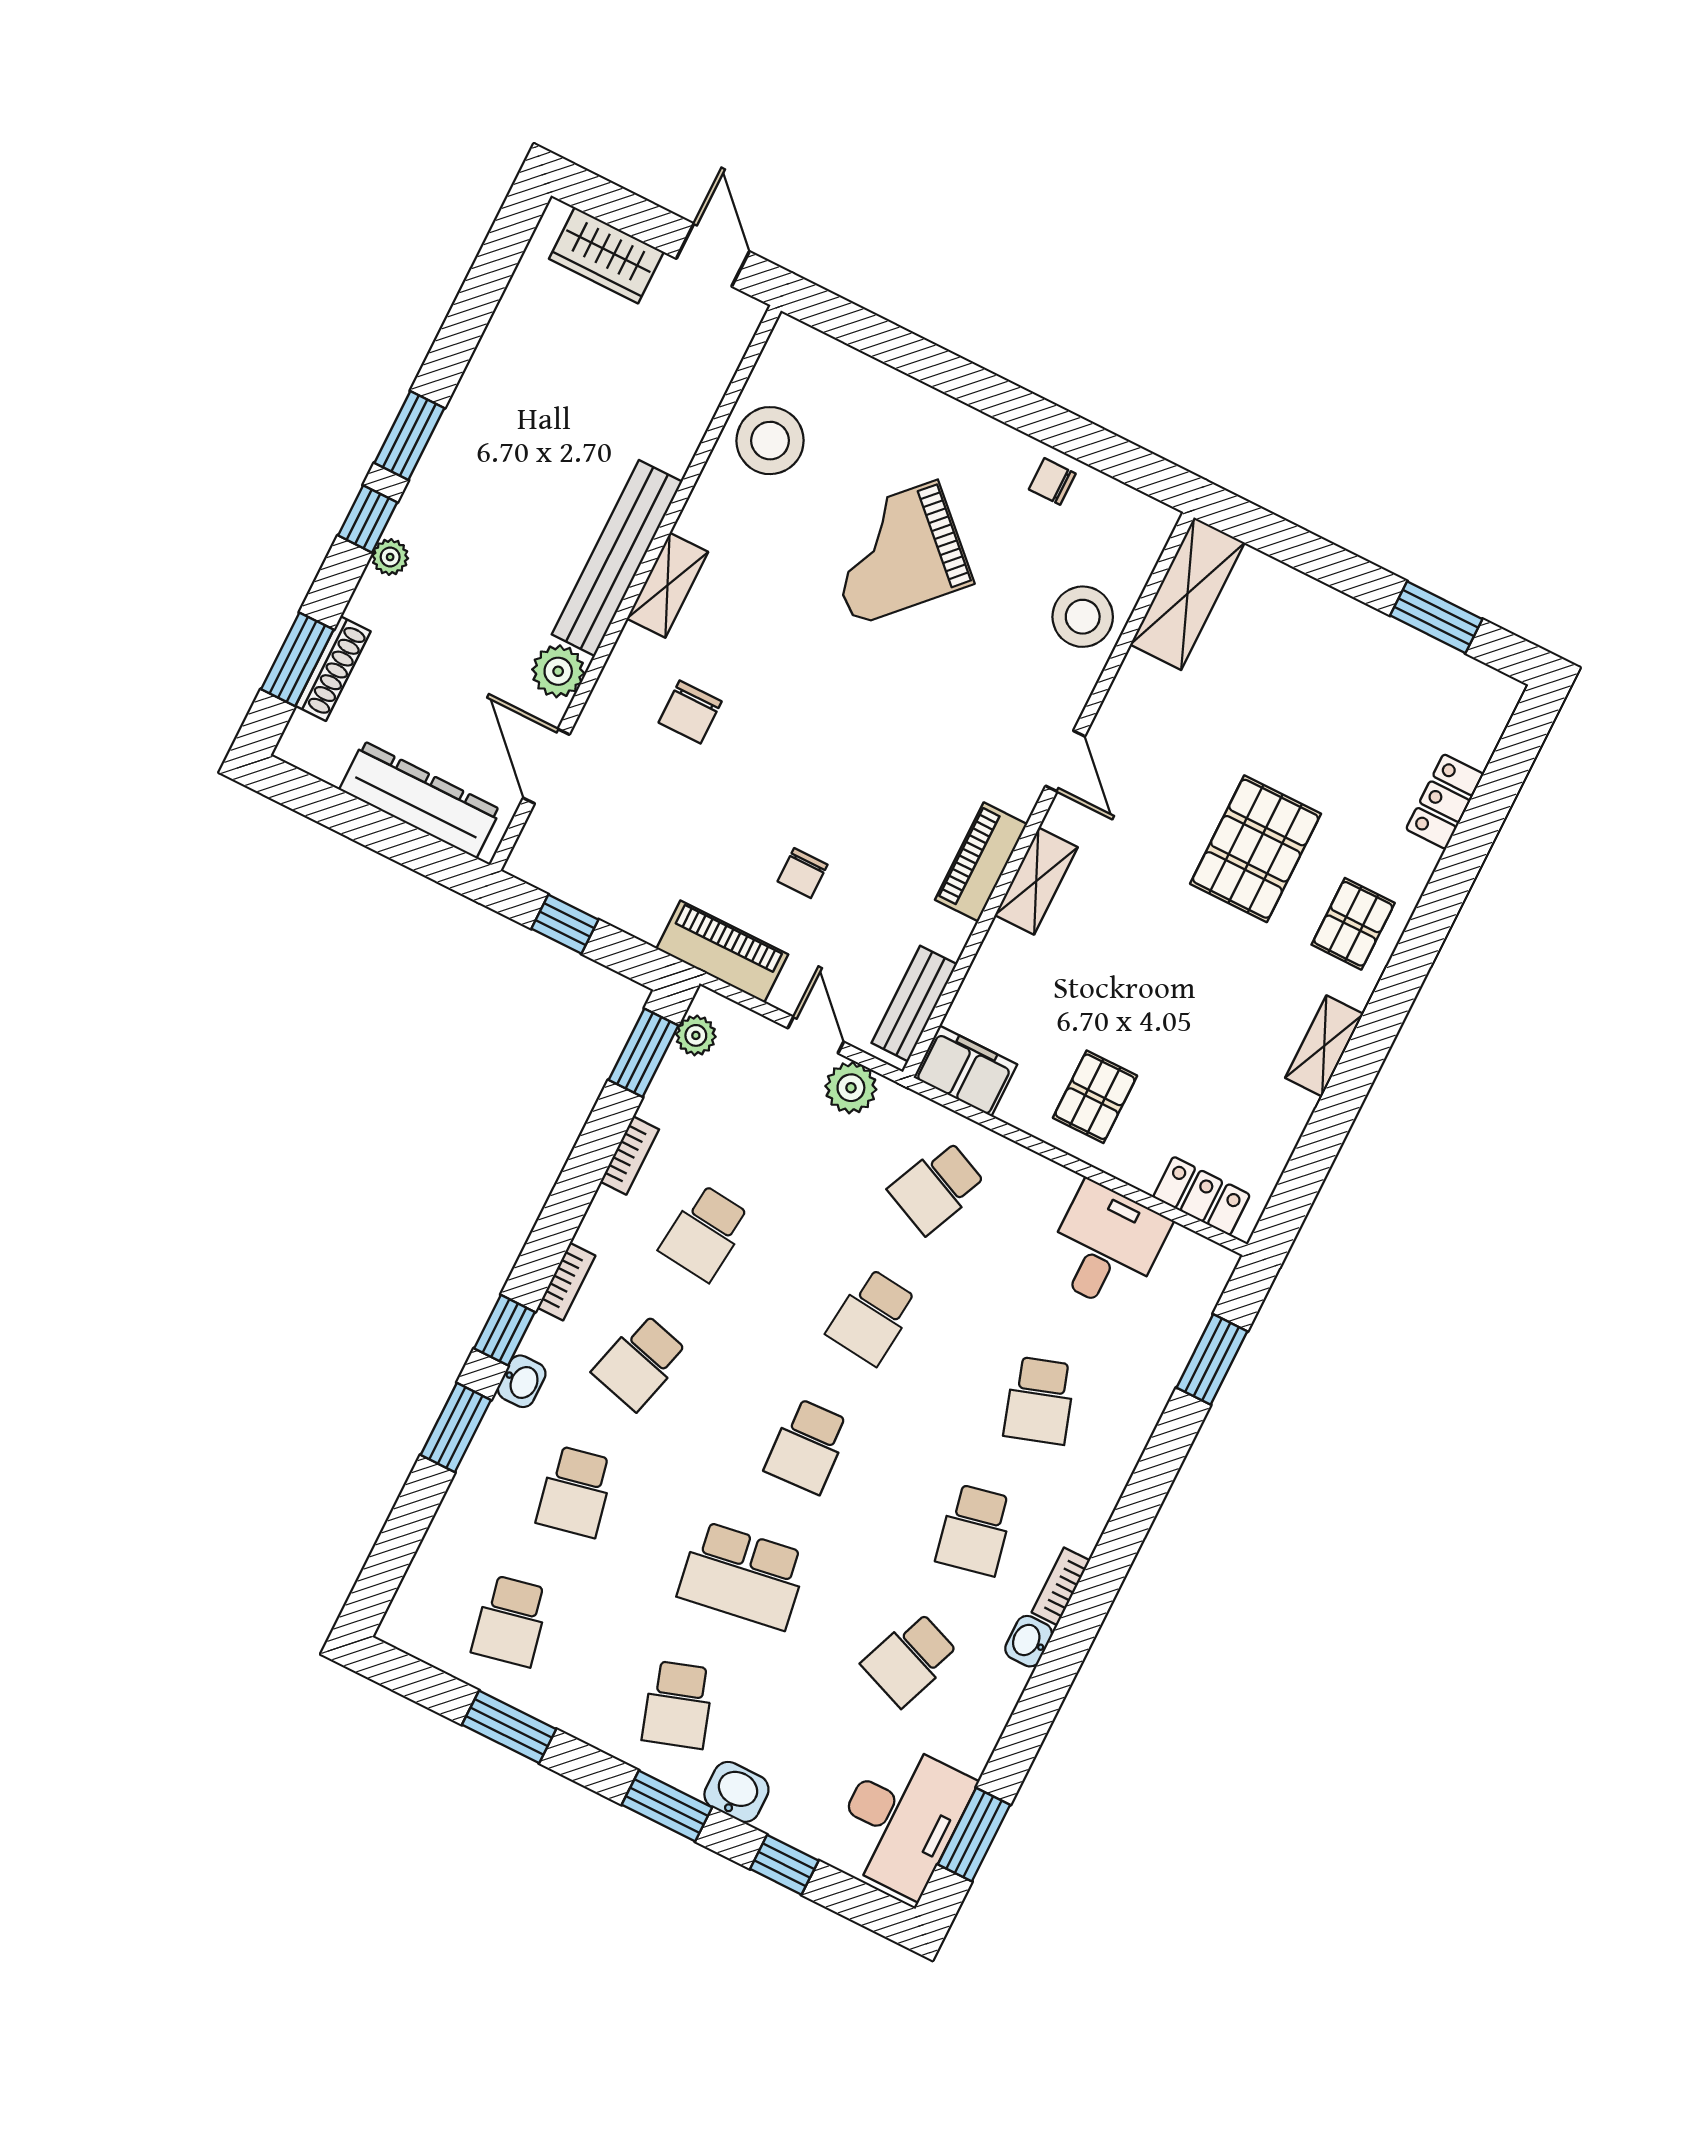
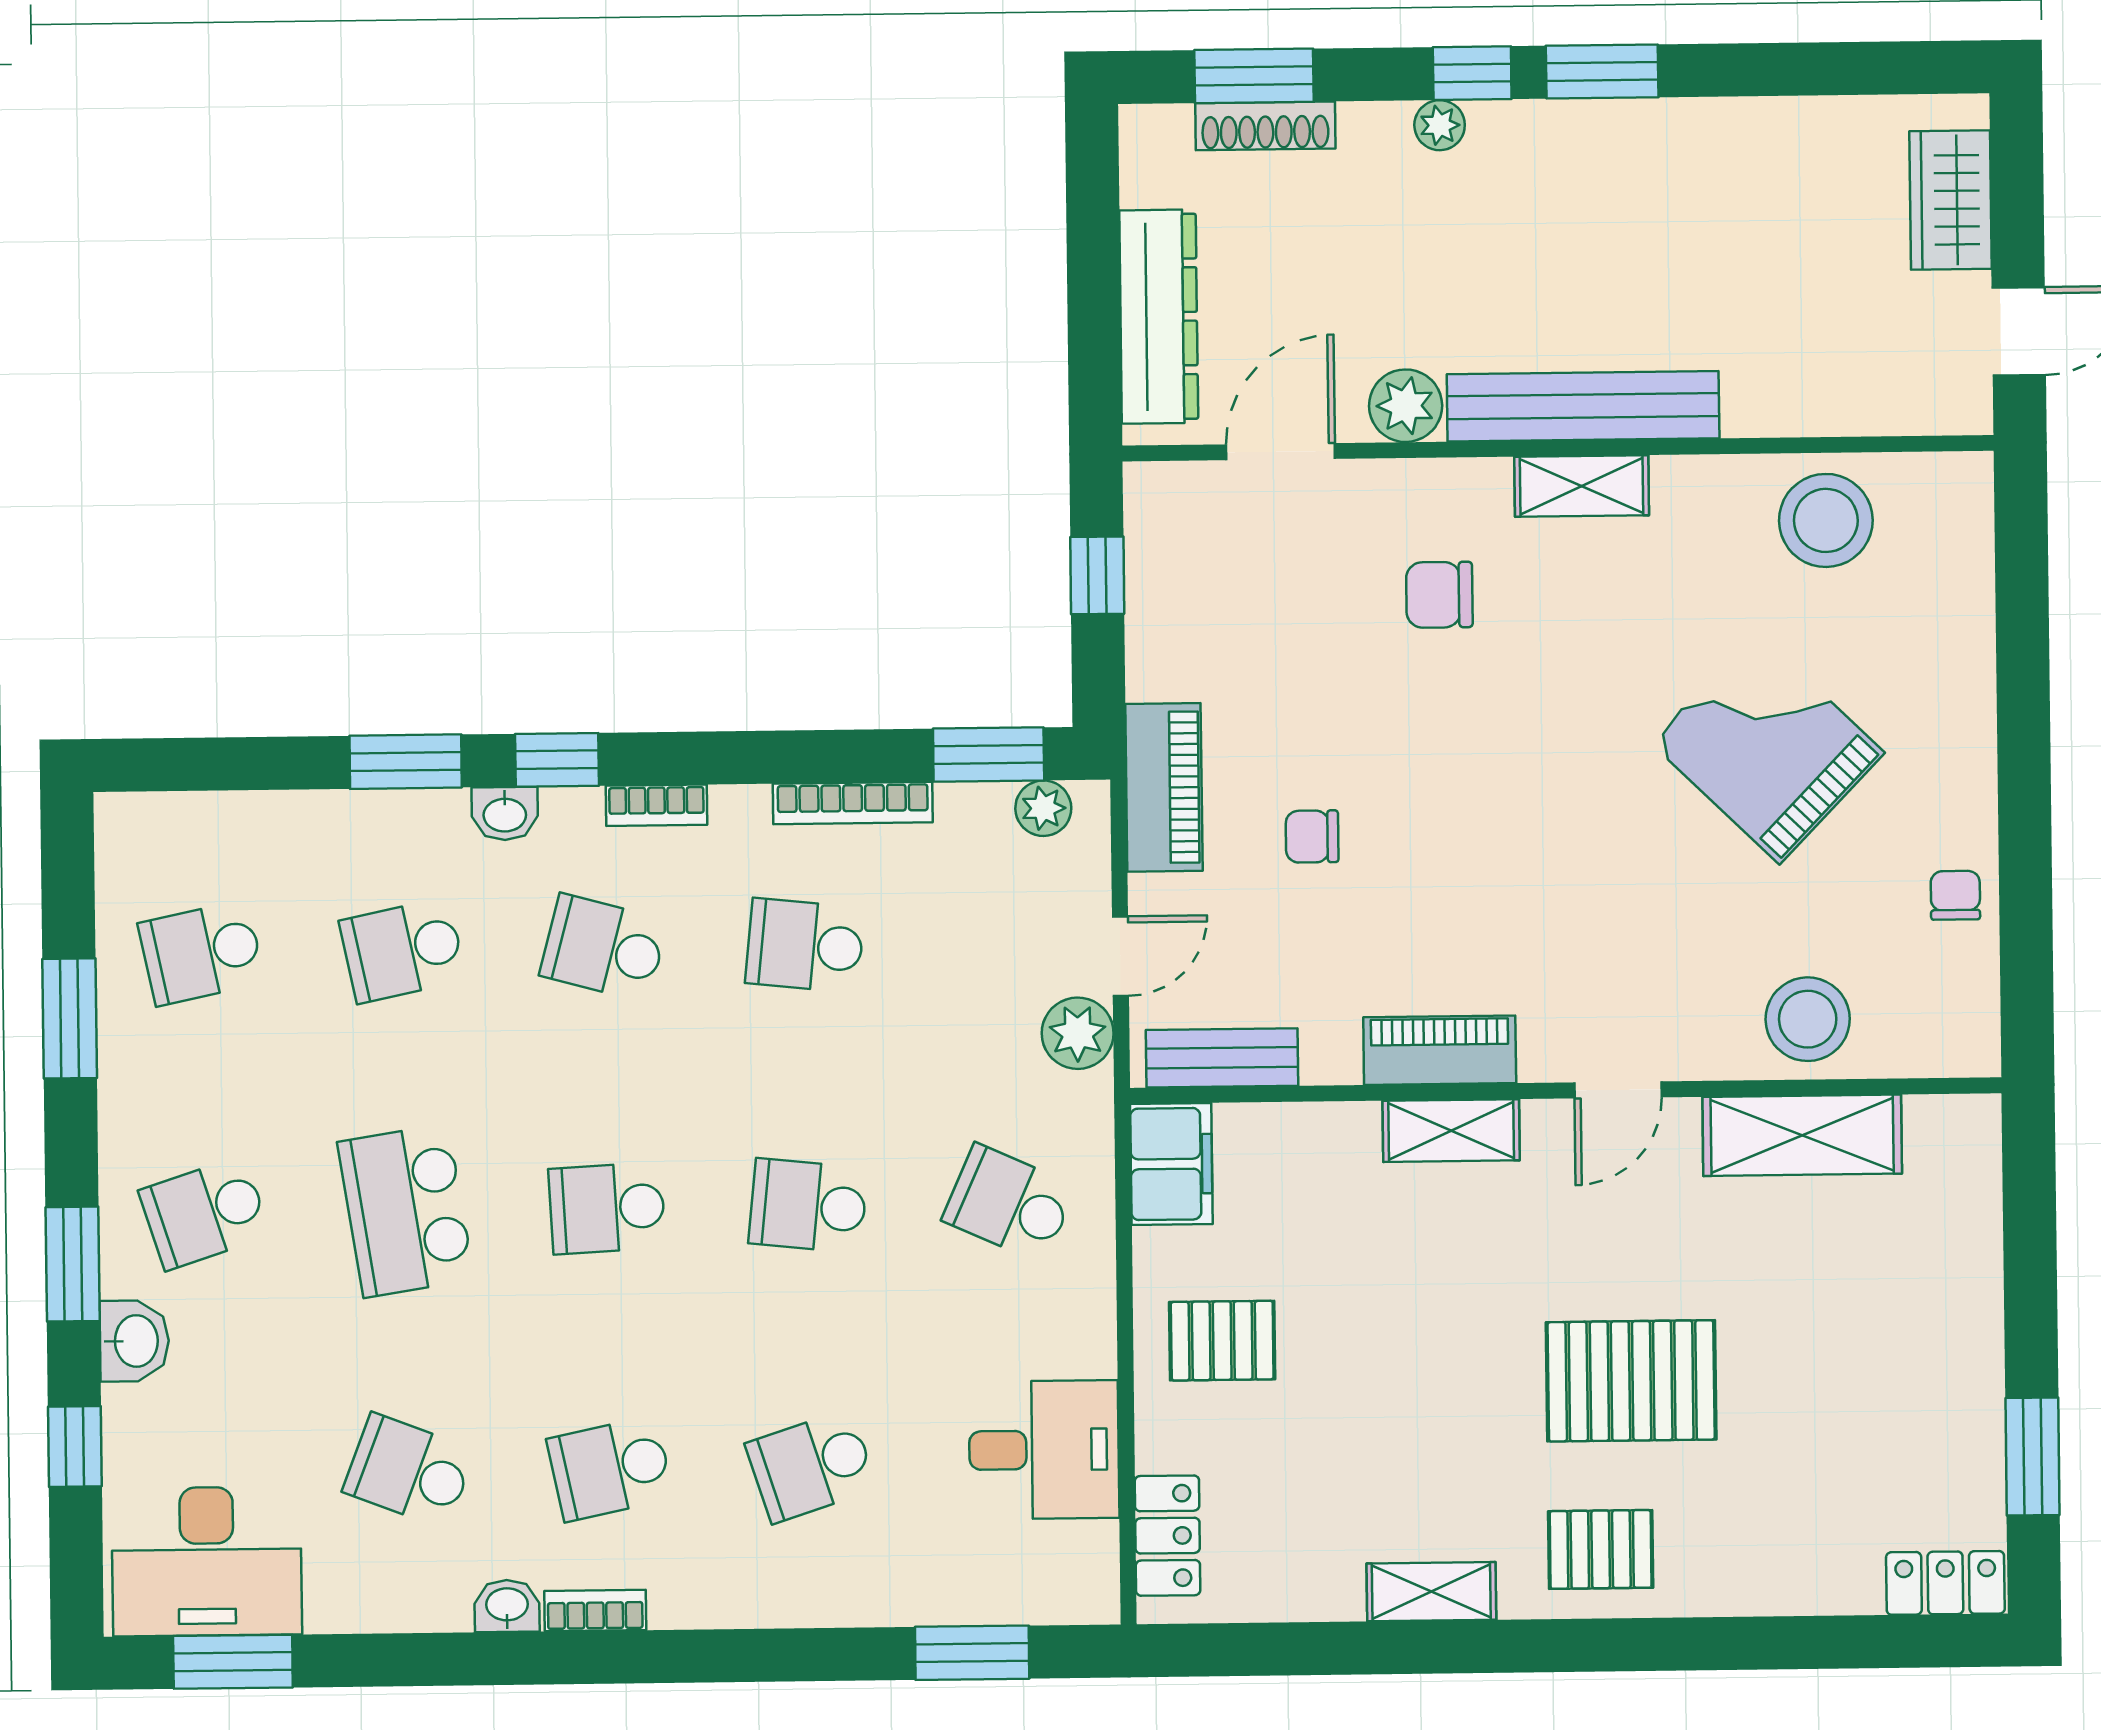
shelving: (1187, 594) -> (1802, 1135), moved
locker: (1445, 802) -> (1945, 1583), moved
bookcase: (630, 1155) -> (853, 803), width x1.56

